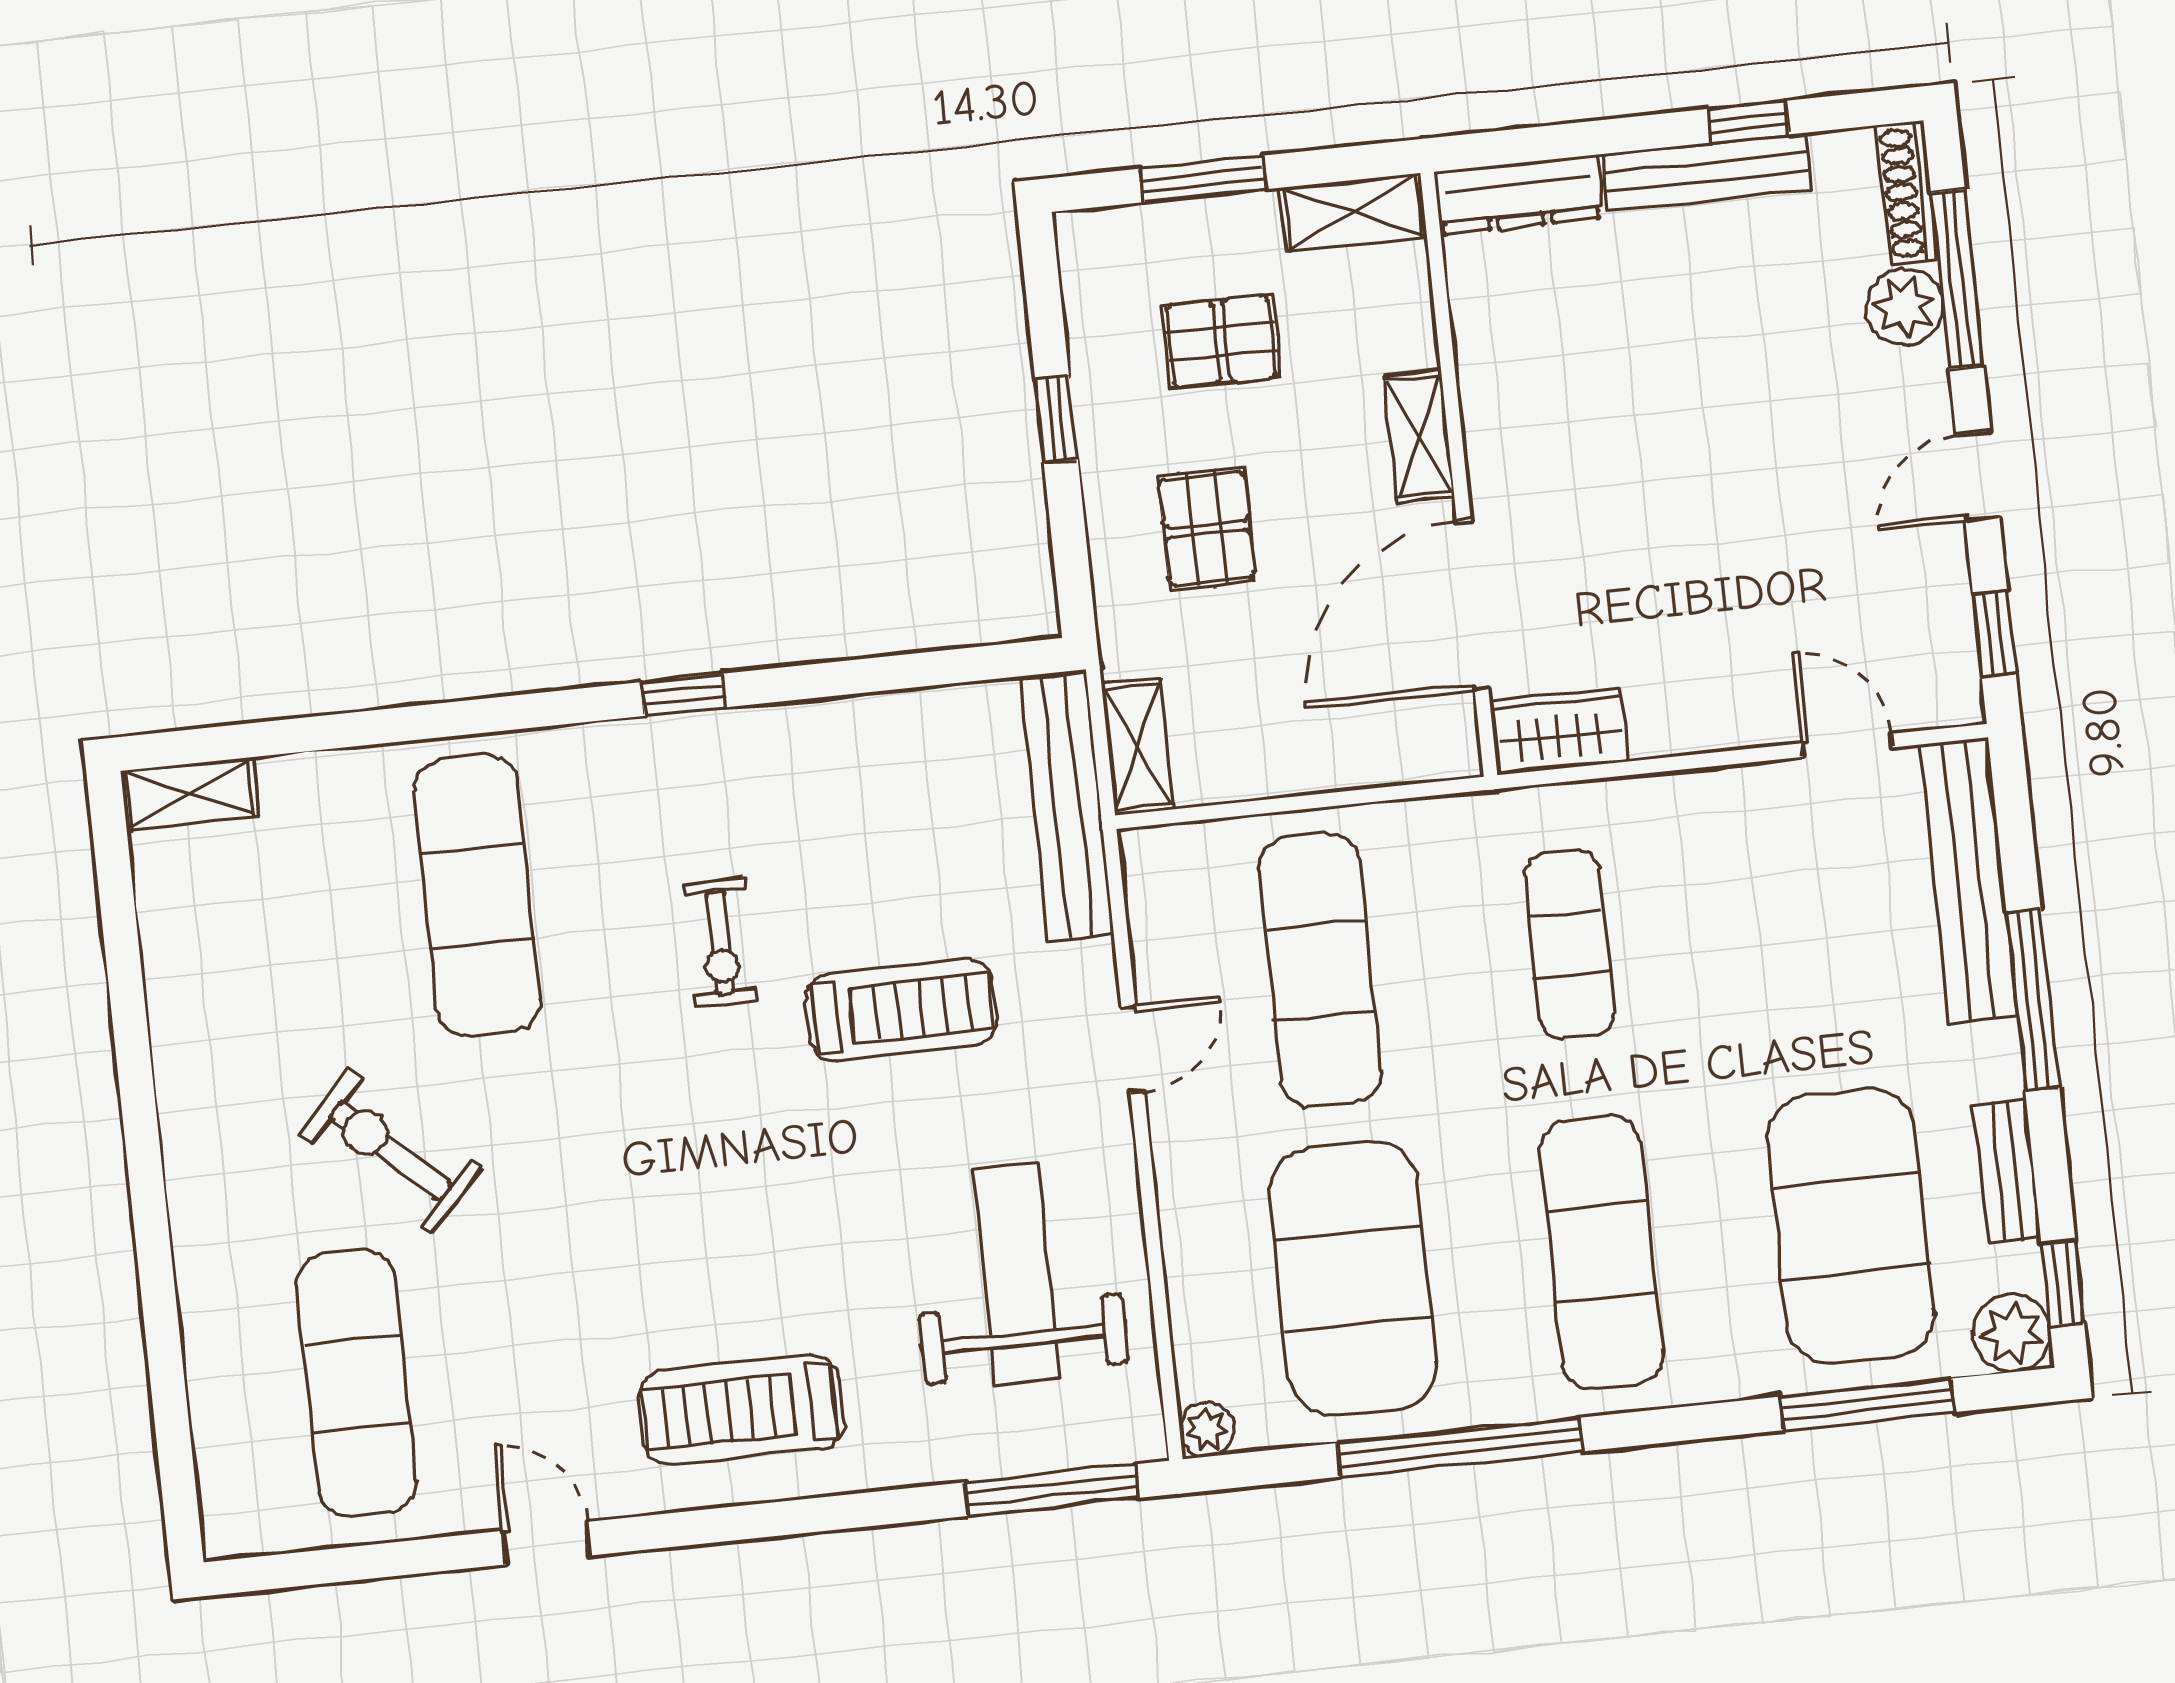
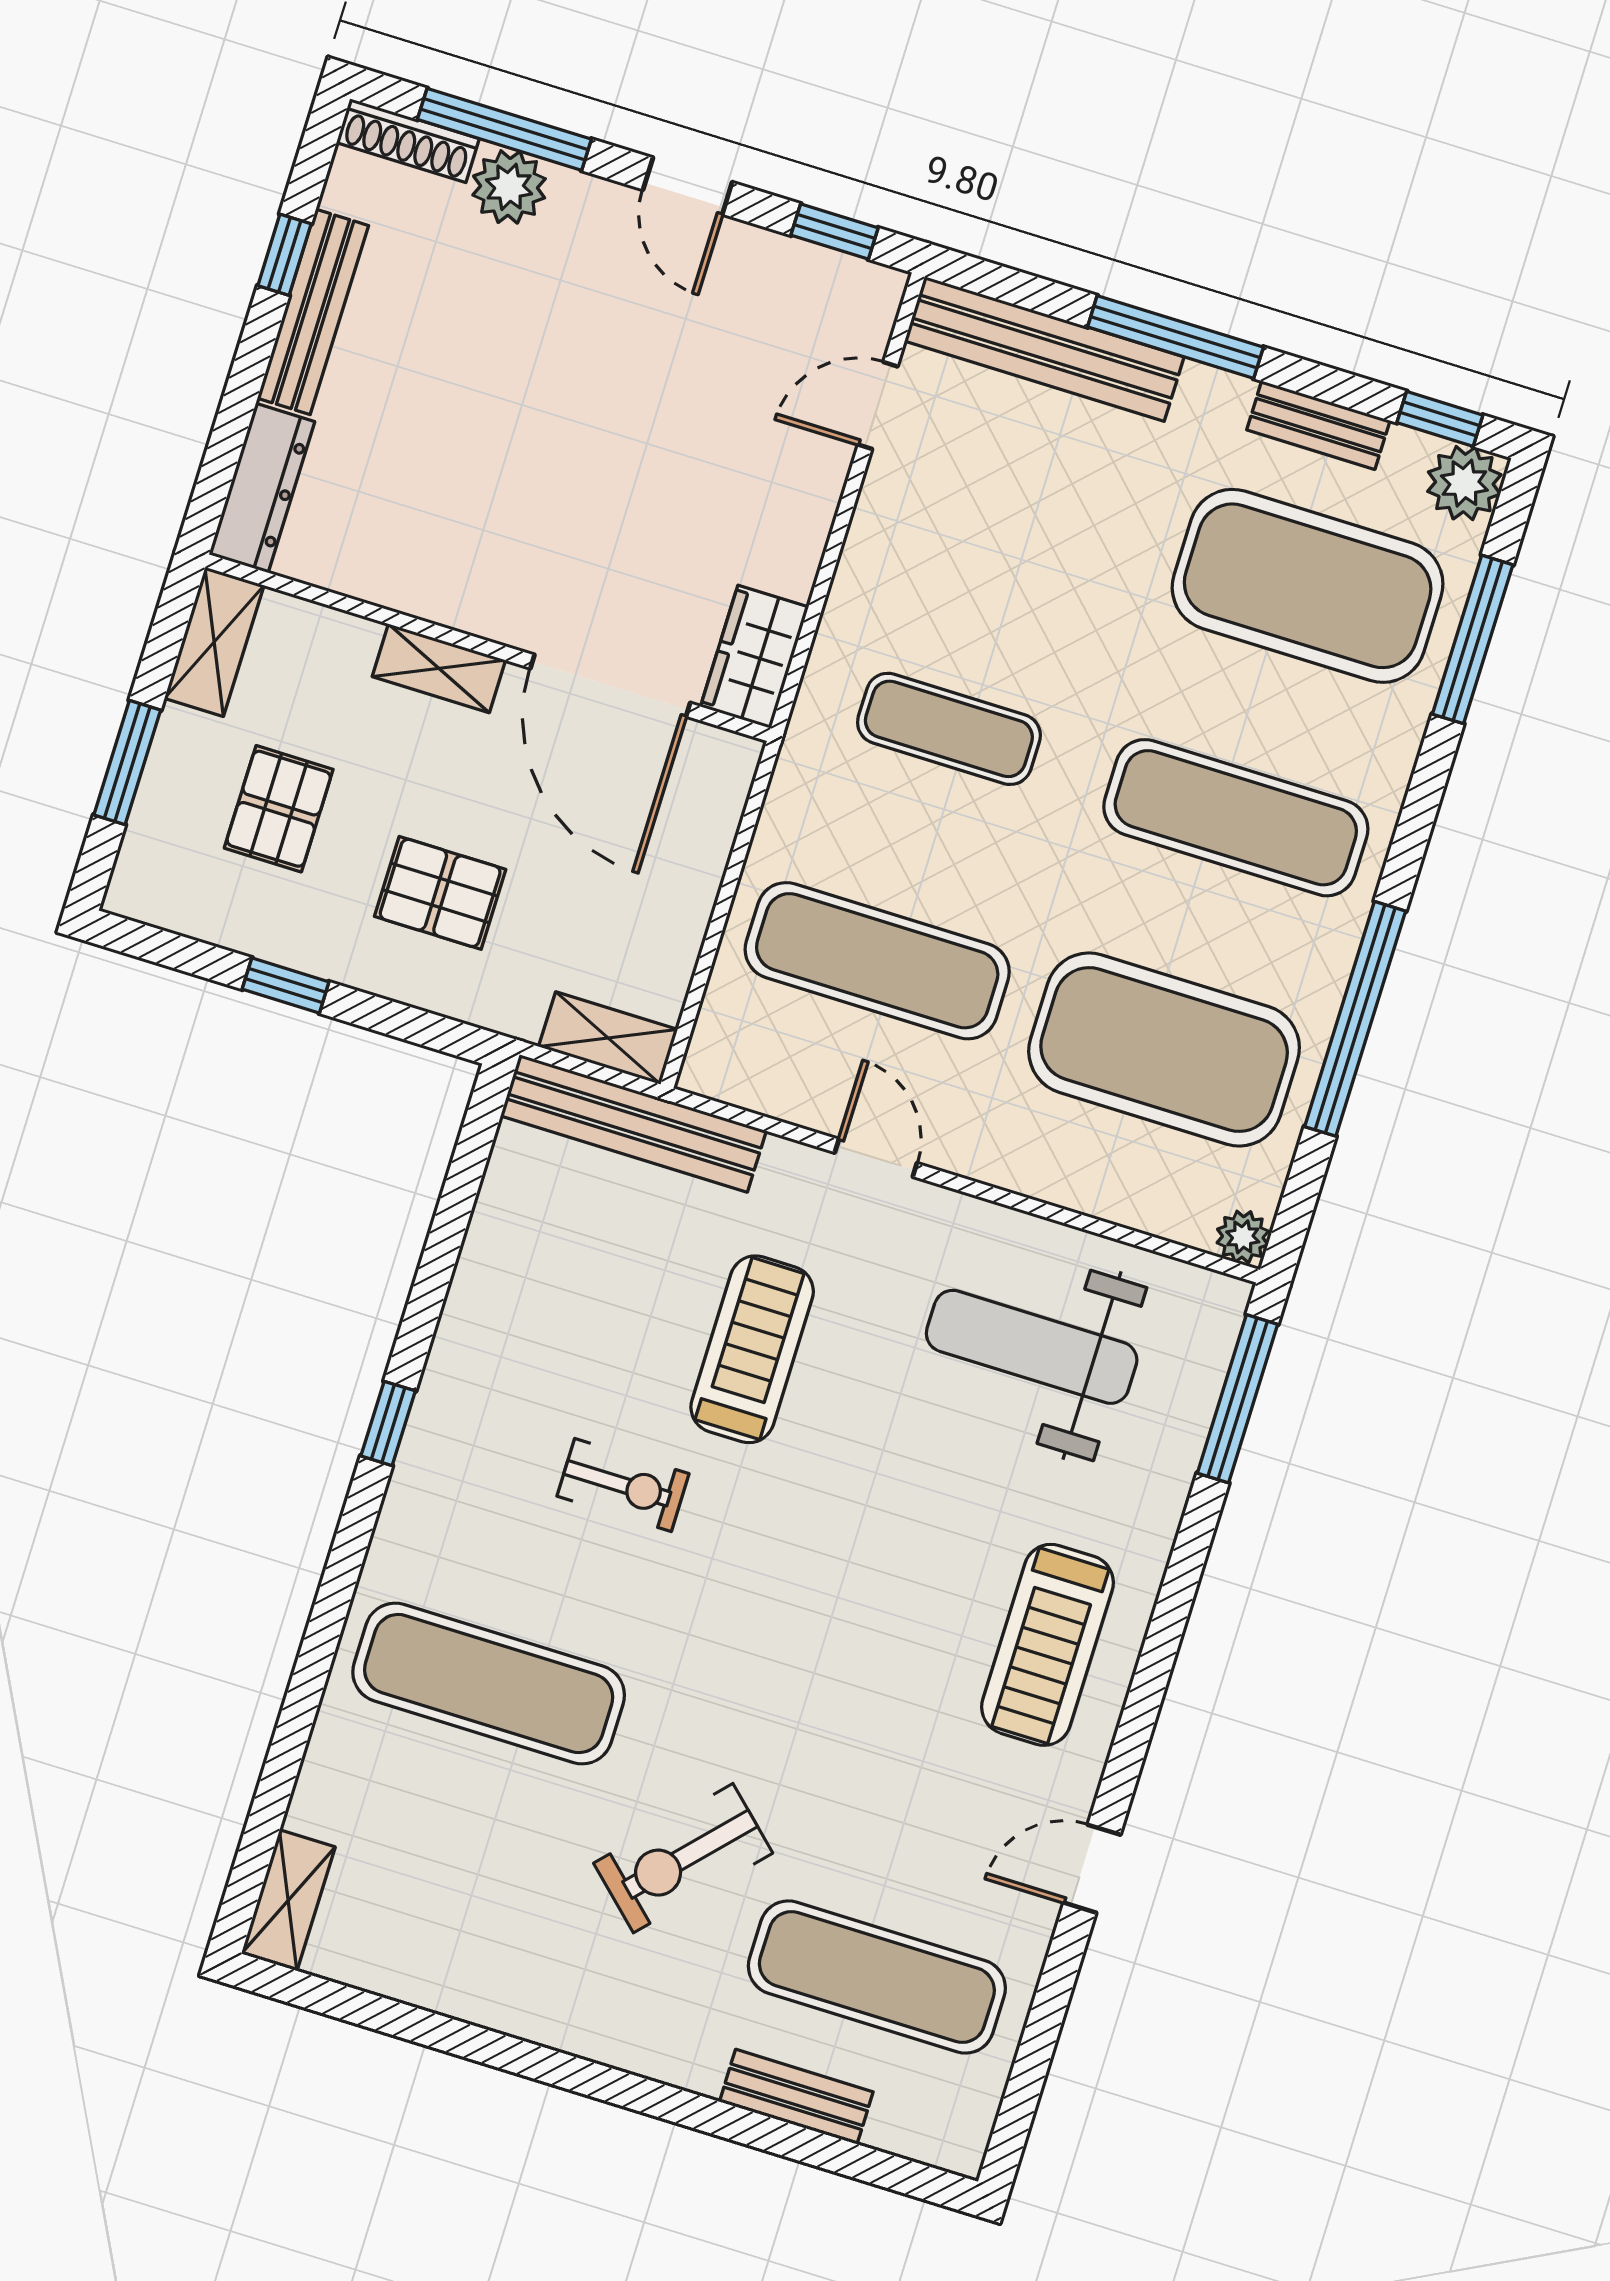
bench: (210, 1355) -> (796, 2097), added

